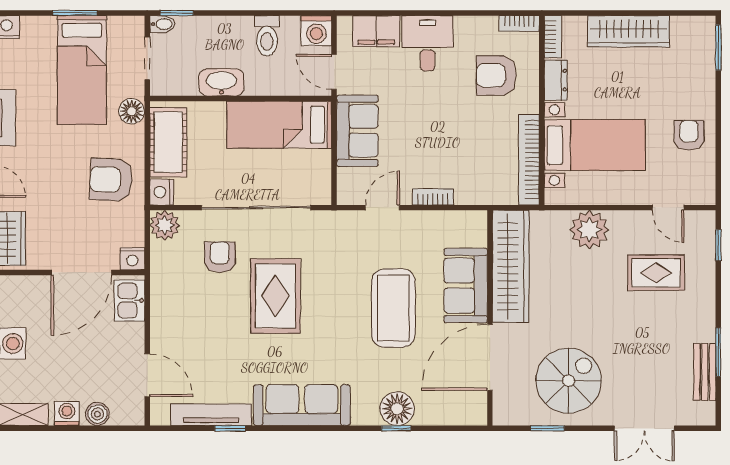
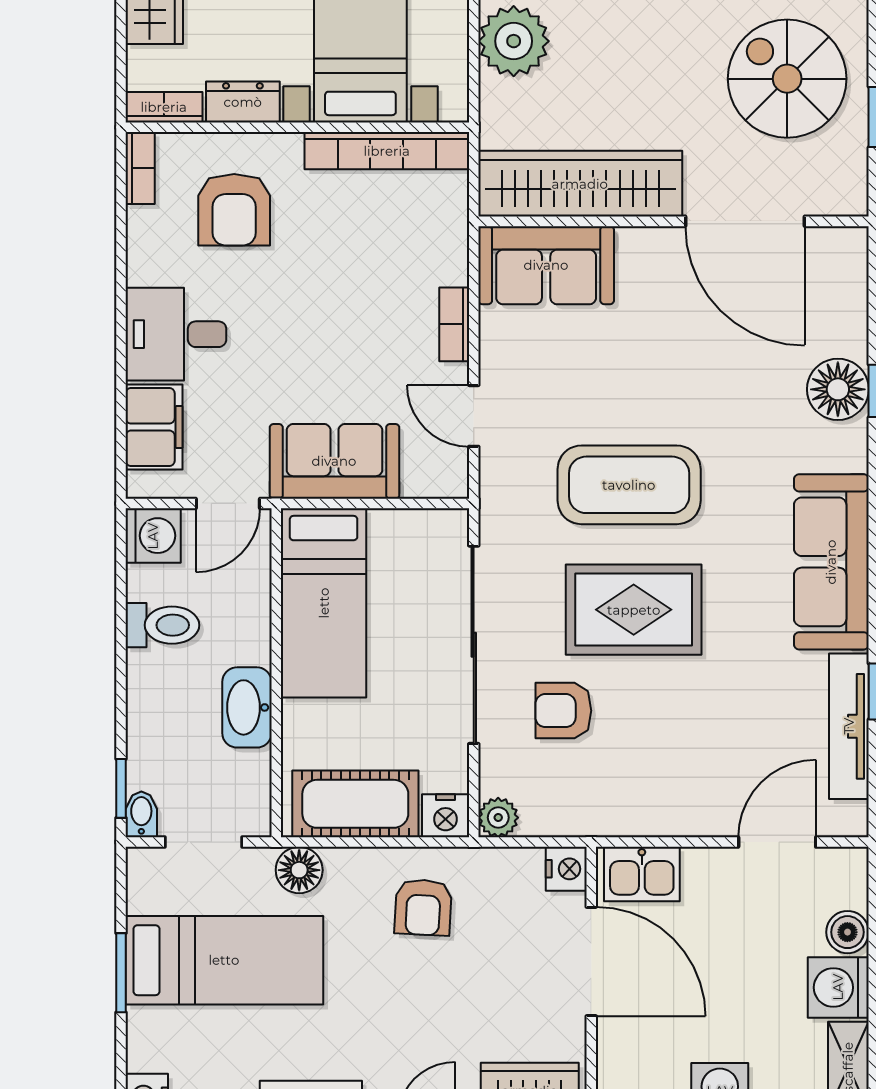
armchair: (111, 180) -> (423, 907), width x0.72, depth x0.72
plant: (165, 225) -> (498, 818), width x0.73, depth x0.73
sofa: (466, 285) -> (546, 265), moved
coffee table: (393, 308) -> (629, 485), moved
washing machine: (67, 414) -> (838, 987), width x1.38, depth x1.38

